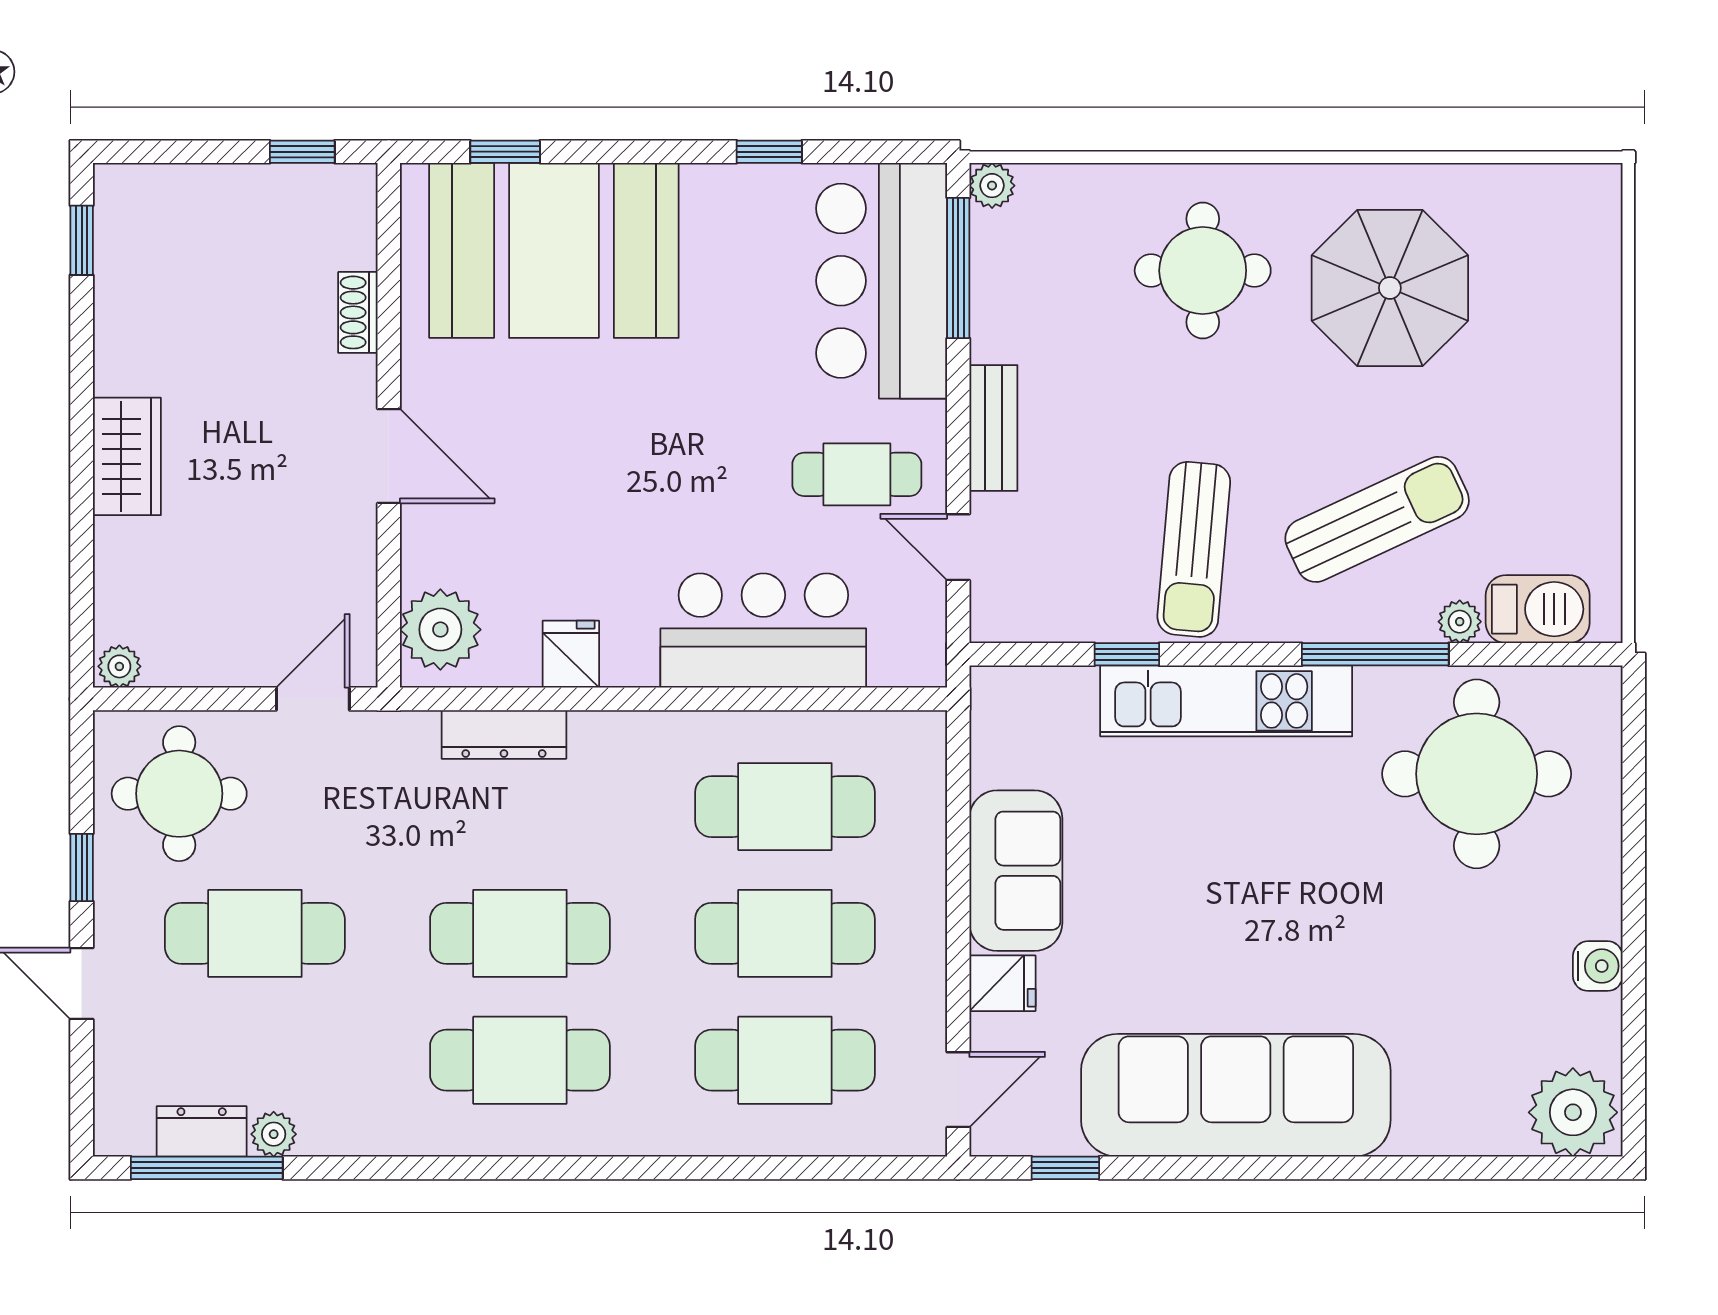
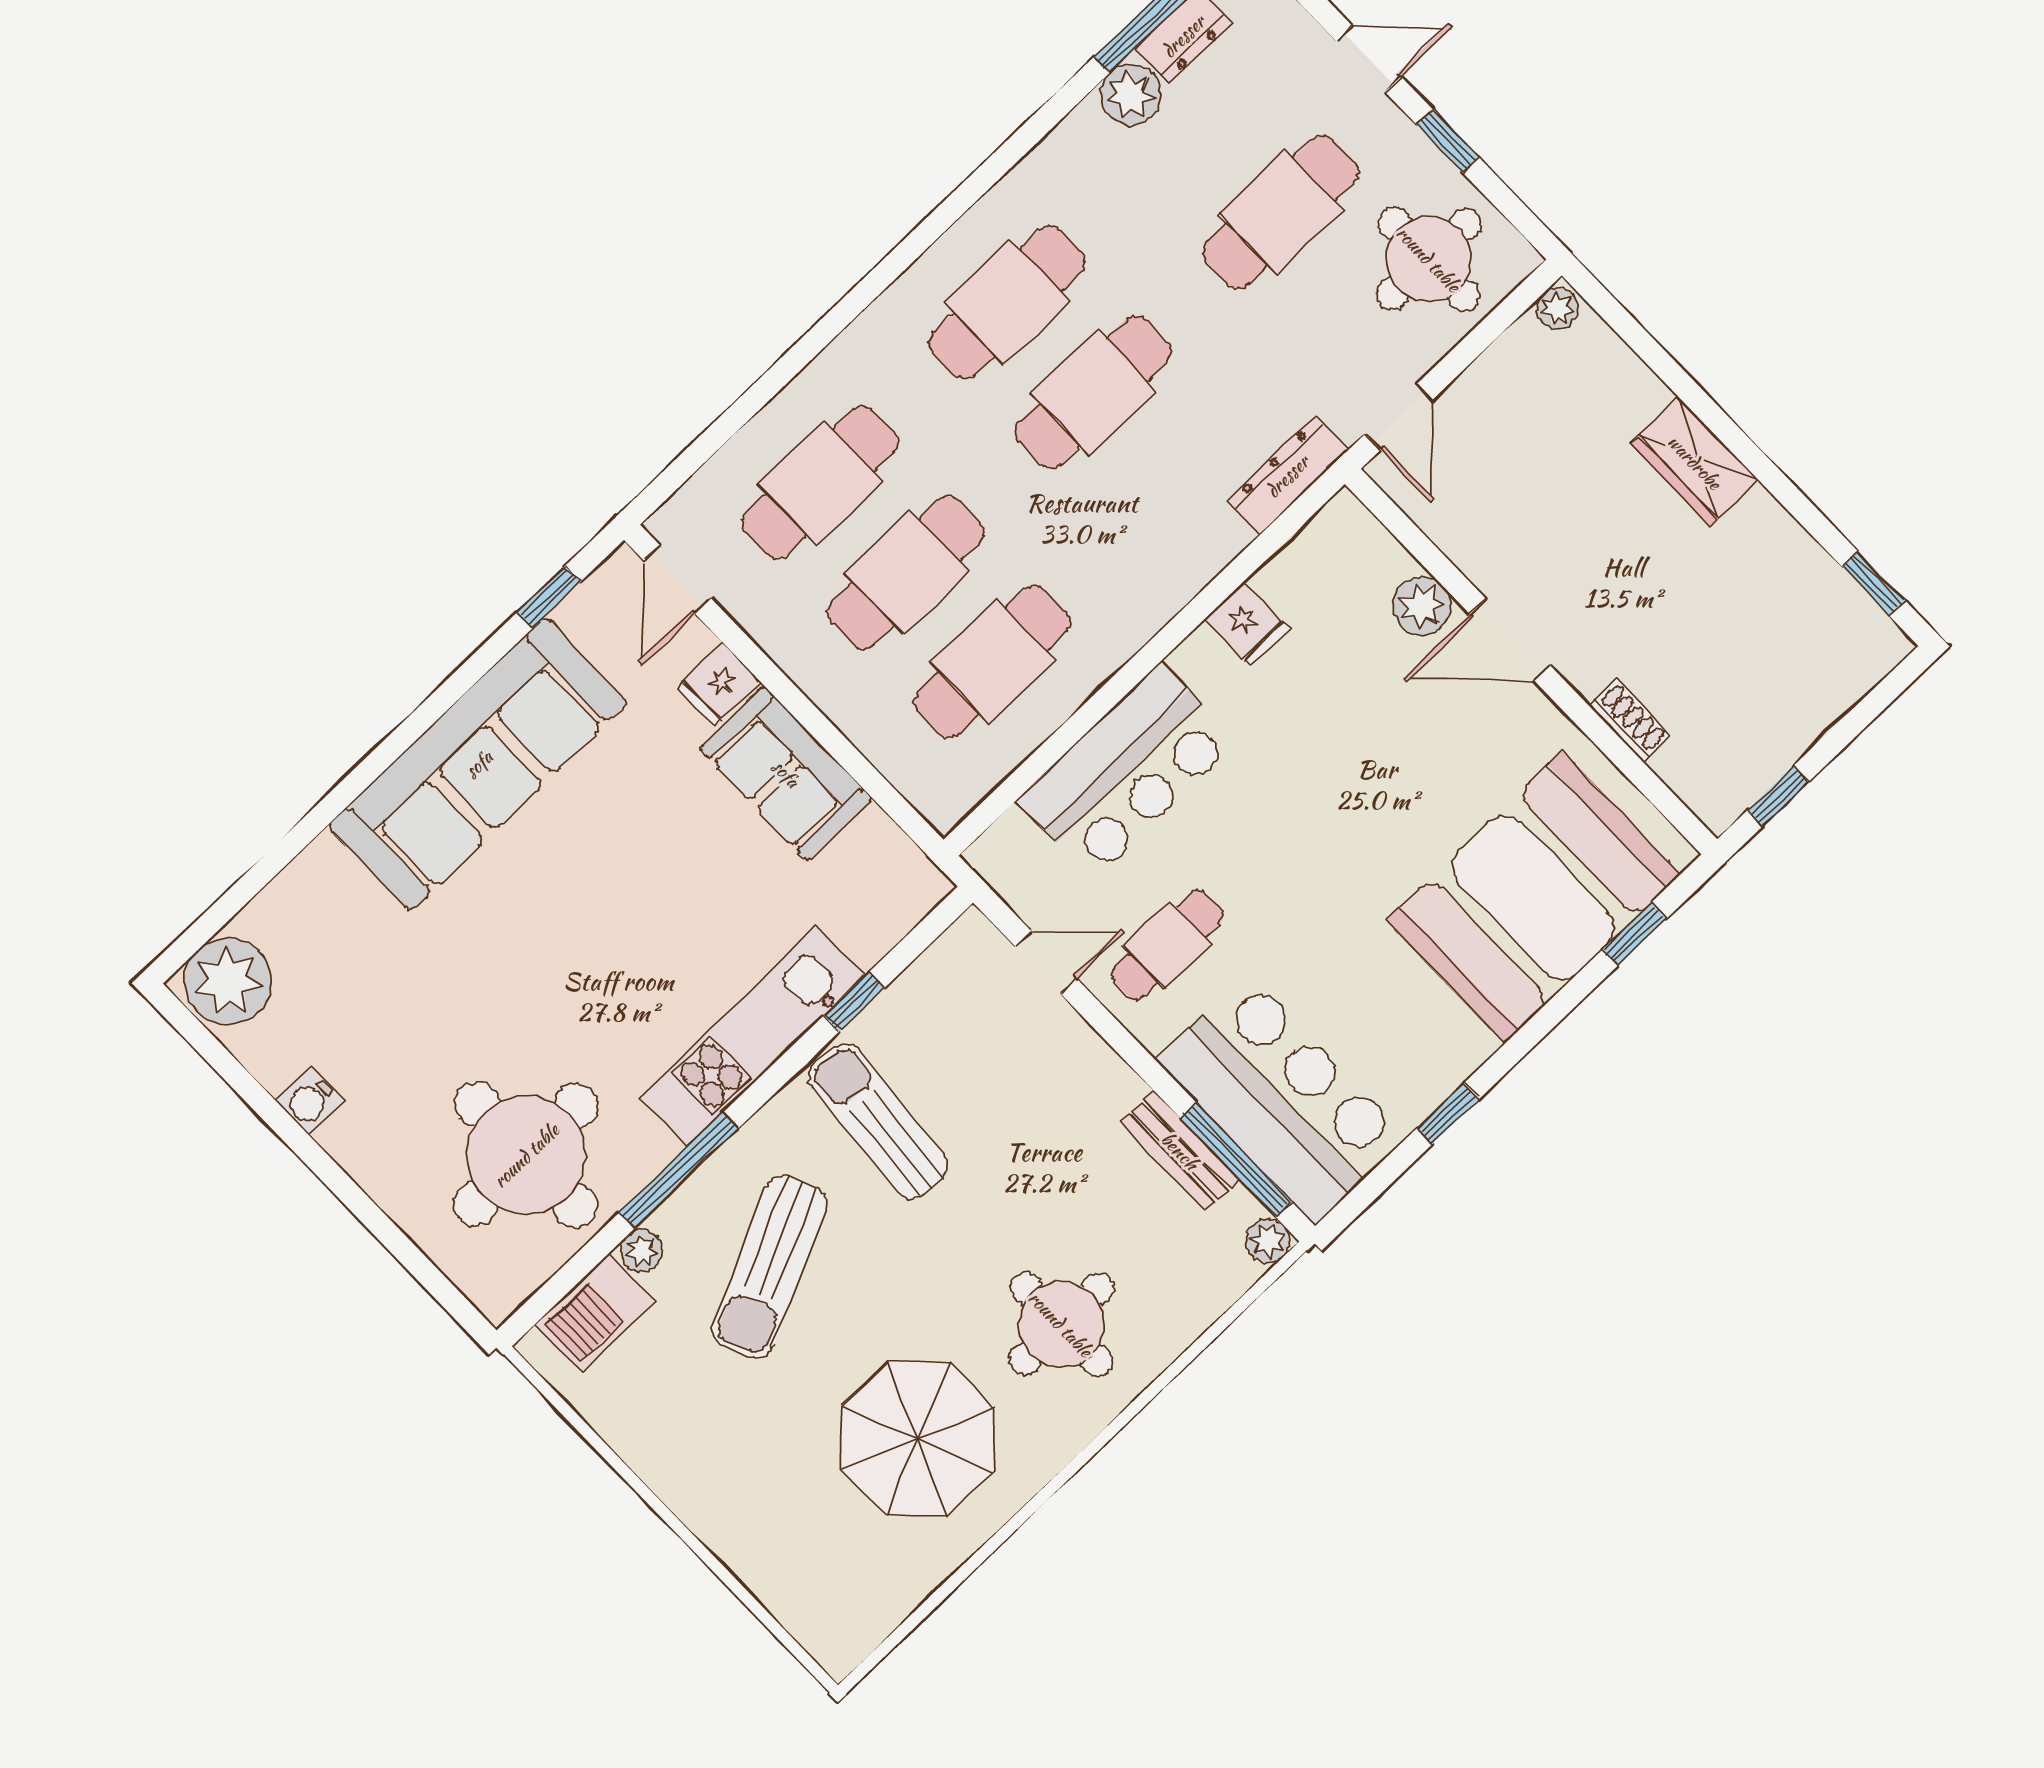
bench: (993, 428) -> (1180, 1151), moved
plant: (440, 630) -> (1422, 606), moved, width x0.73, depth x0.73
dresser: (504, 734) -> (1287, 476), moved
plant: (274, 1134) -> (1130, 95), width x1.38, depth x1.38

